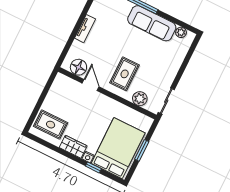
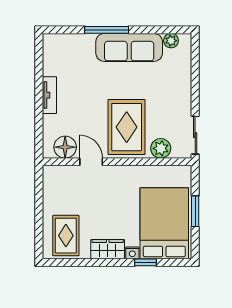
rug: (125, 74) -> (127, 127), width x1.36, depth x1.43
rug: (51, 125) -> (66, 236), turned 90

